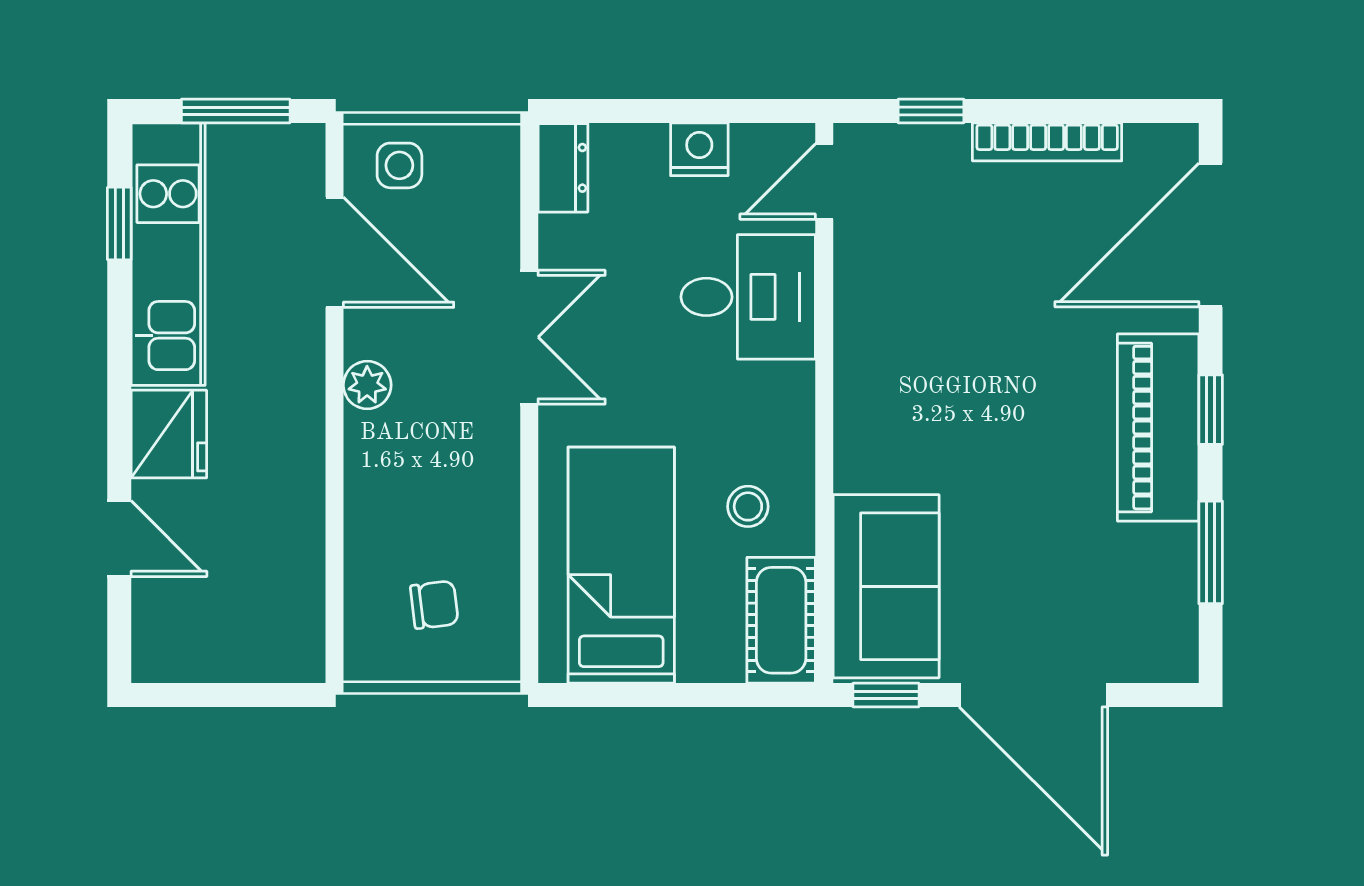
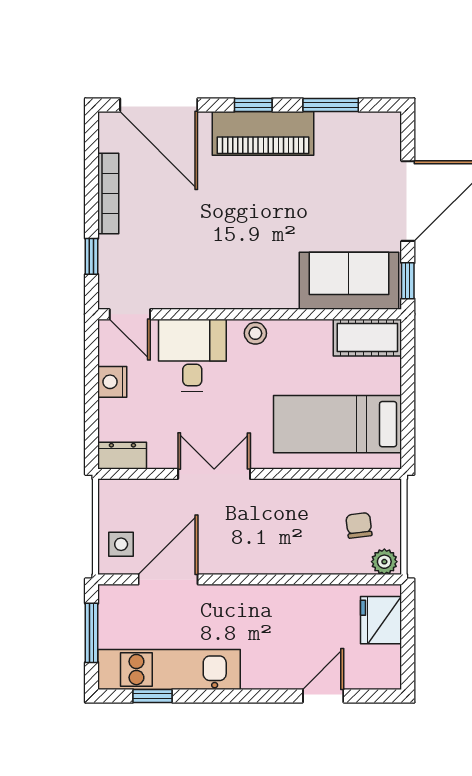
plant: (367, 385) -> (384, 562), moved
fridge: (169, 434) -> (381, 620), moved, turned -90
stool: (748, 506) -> (255, 333), moved

